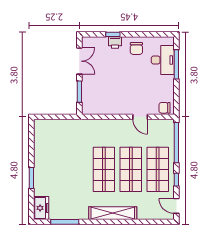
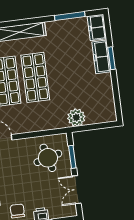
round table: (102, 94) -> (48, 158), added
plant: (71, 127) -> (76, 118), added
freezer: (41, 180) -> (101, 57), added

